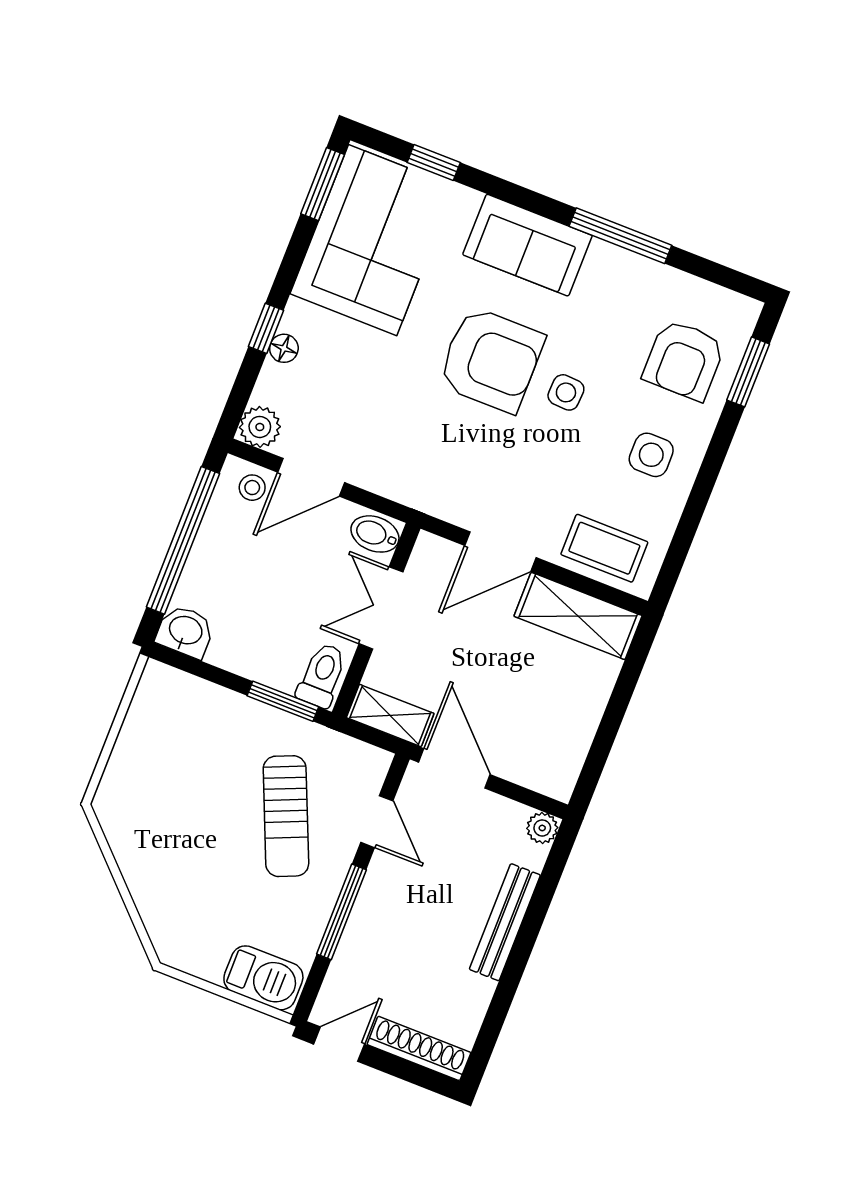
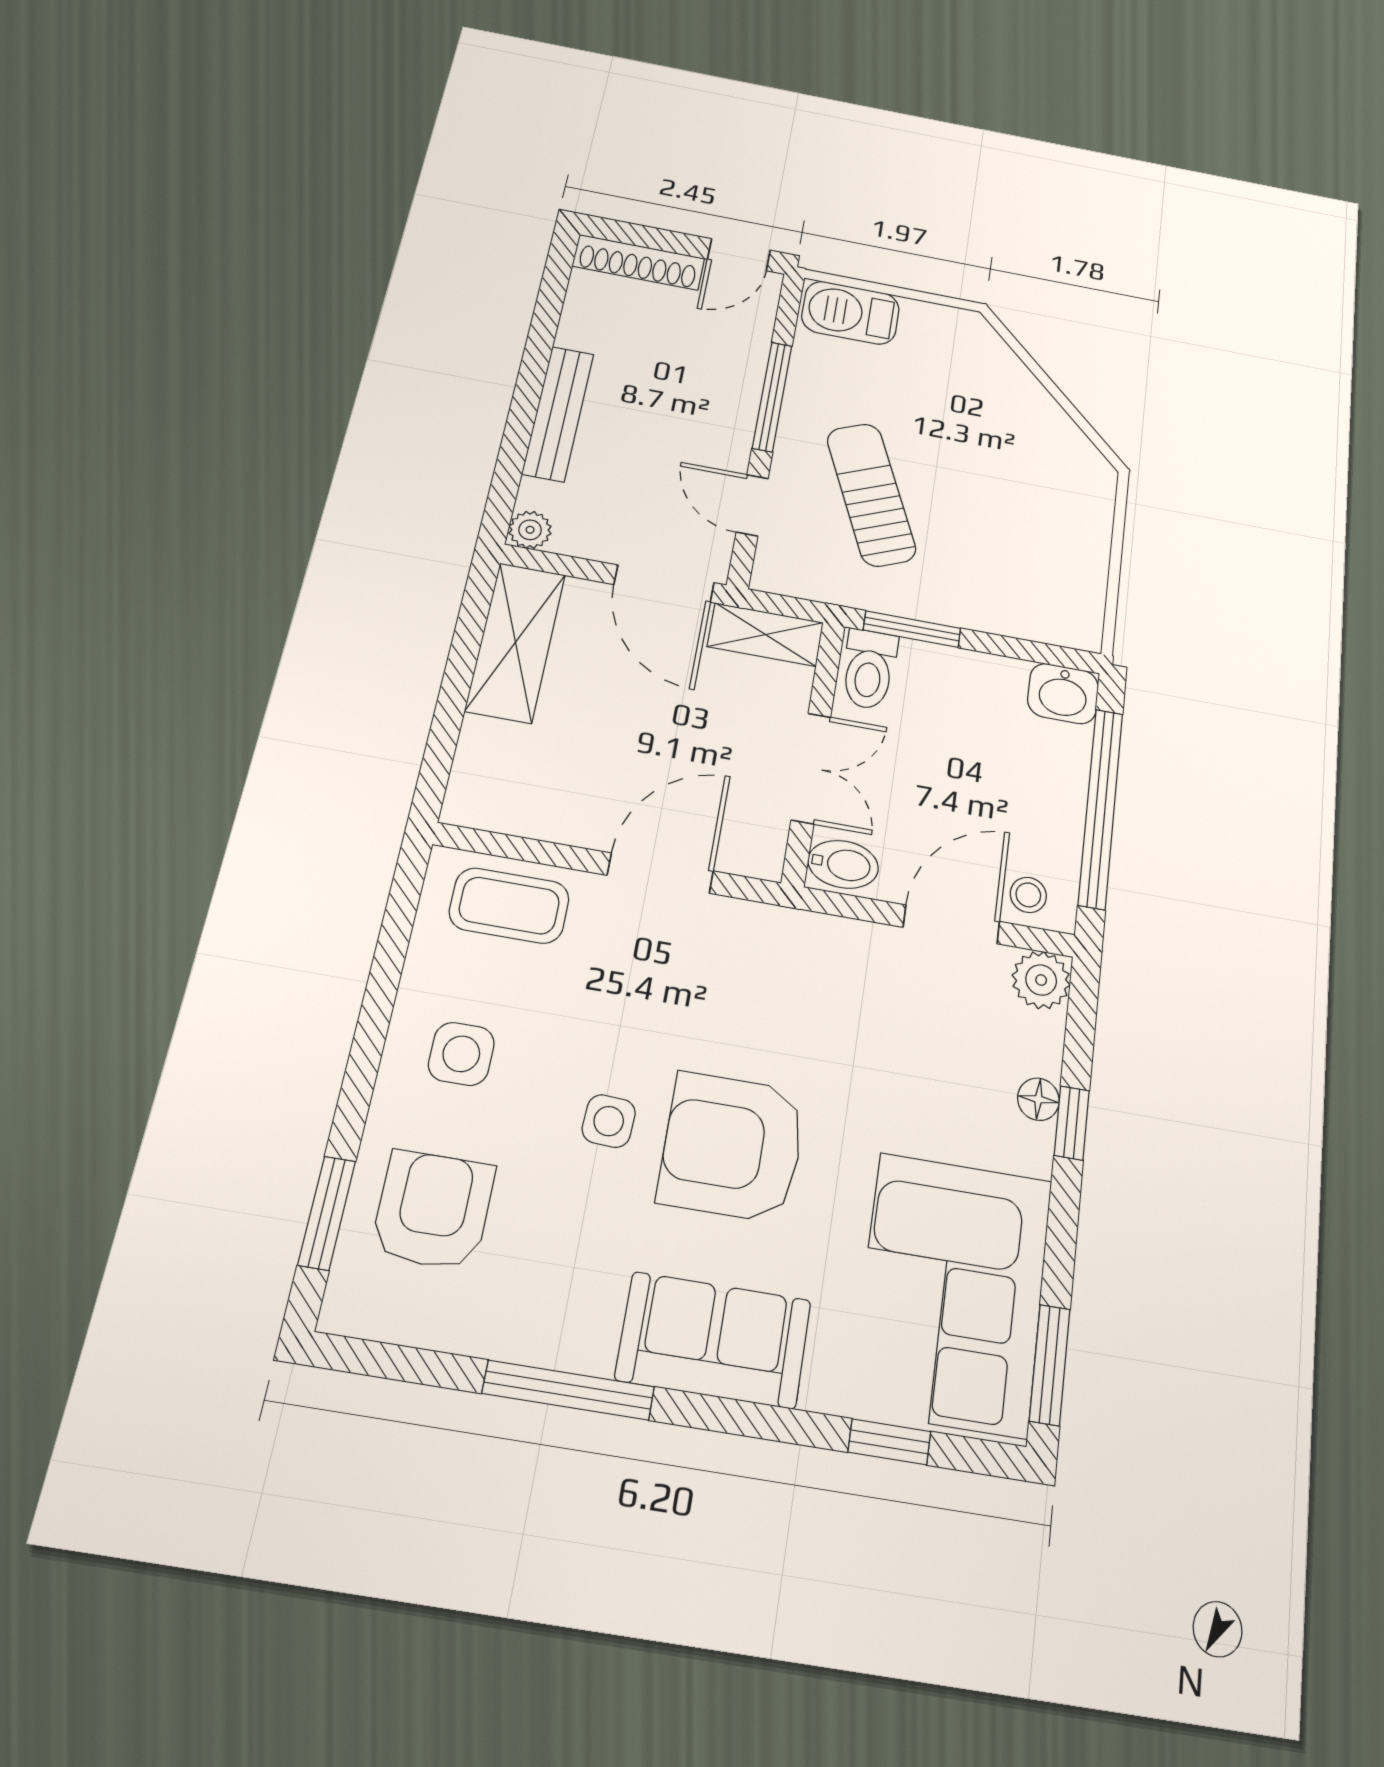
shelving: (578, 616) -> (515, 642), moved, turned 90

